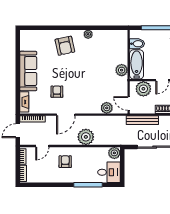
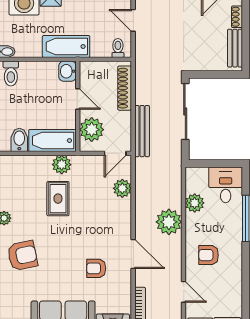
rug: (100, 68) -> (58, 199), added
plant: (114, 153) -> (195, 203), moved

